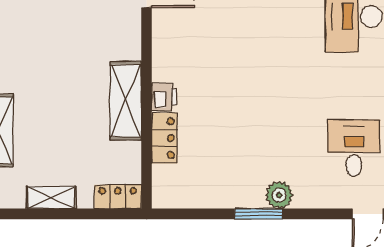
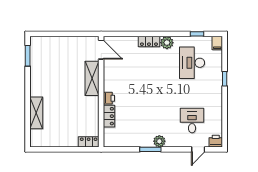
shelving: (126, 101) -> (92, 78), moved
shelving: (51, 197) -> (59, 142), removed

